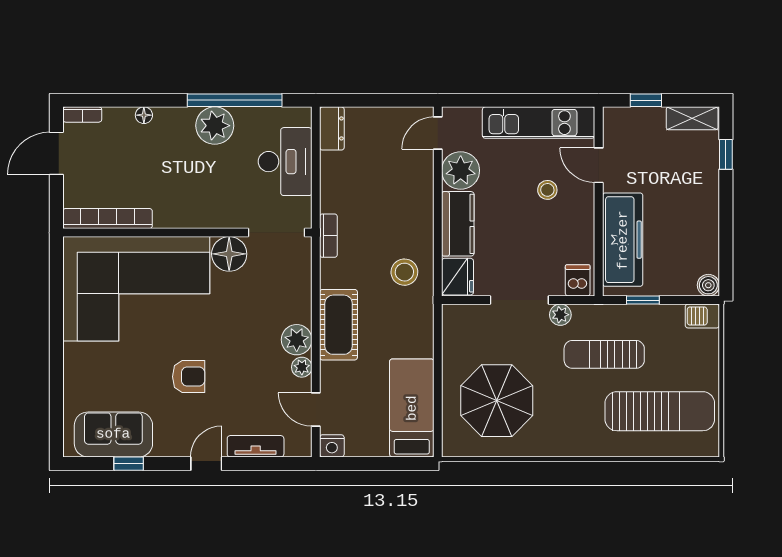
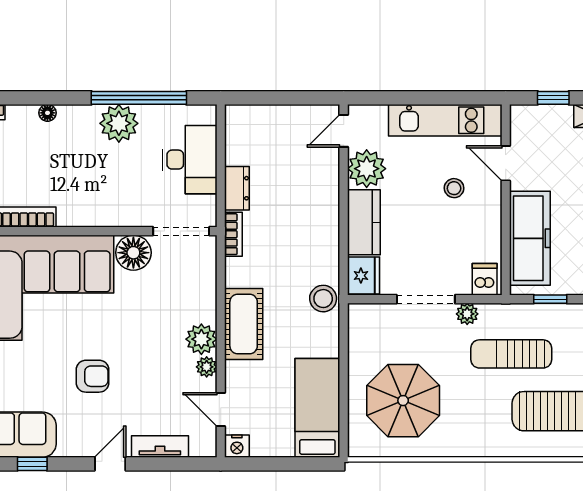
dresser: (332, 128) -> (237, 188), moved
stool: (404, 272) -> (323, 299), moved

